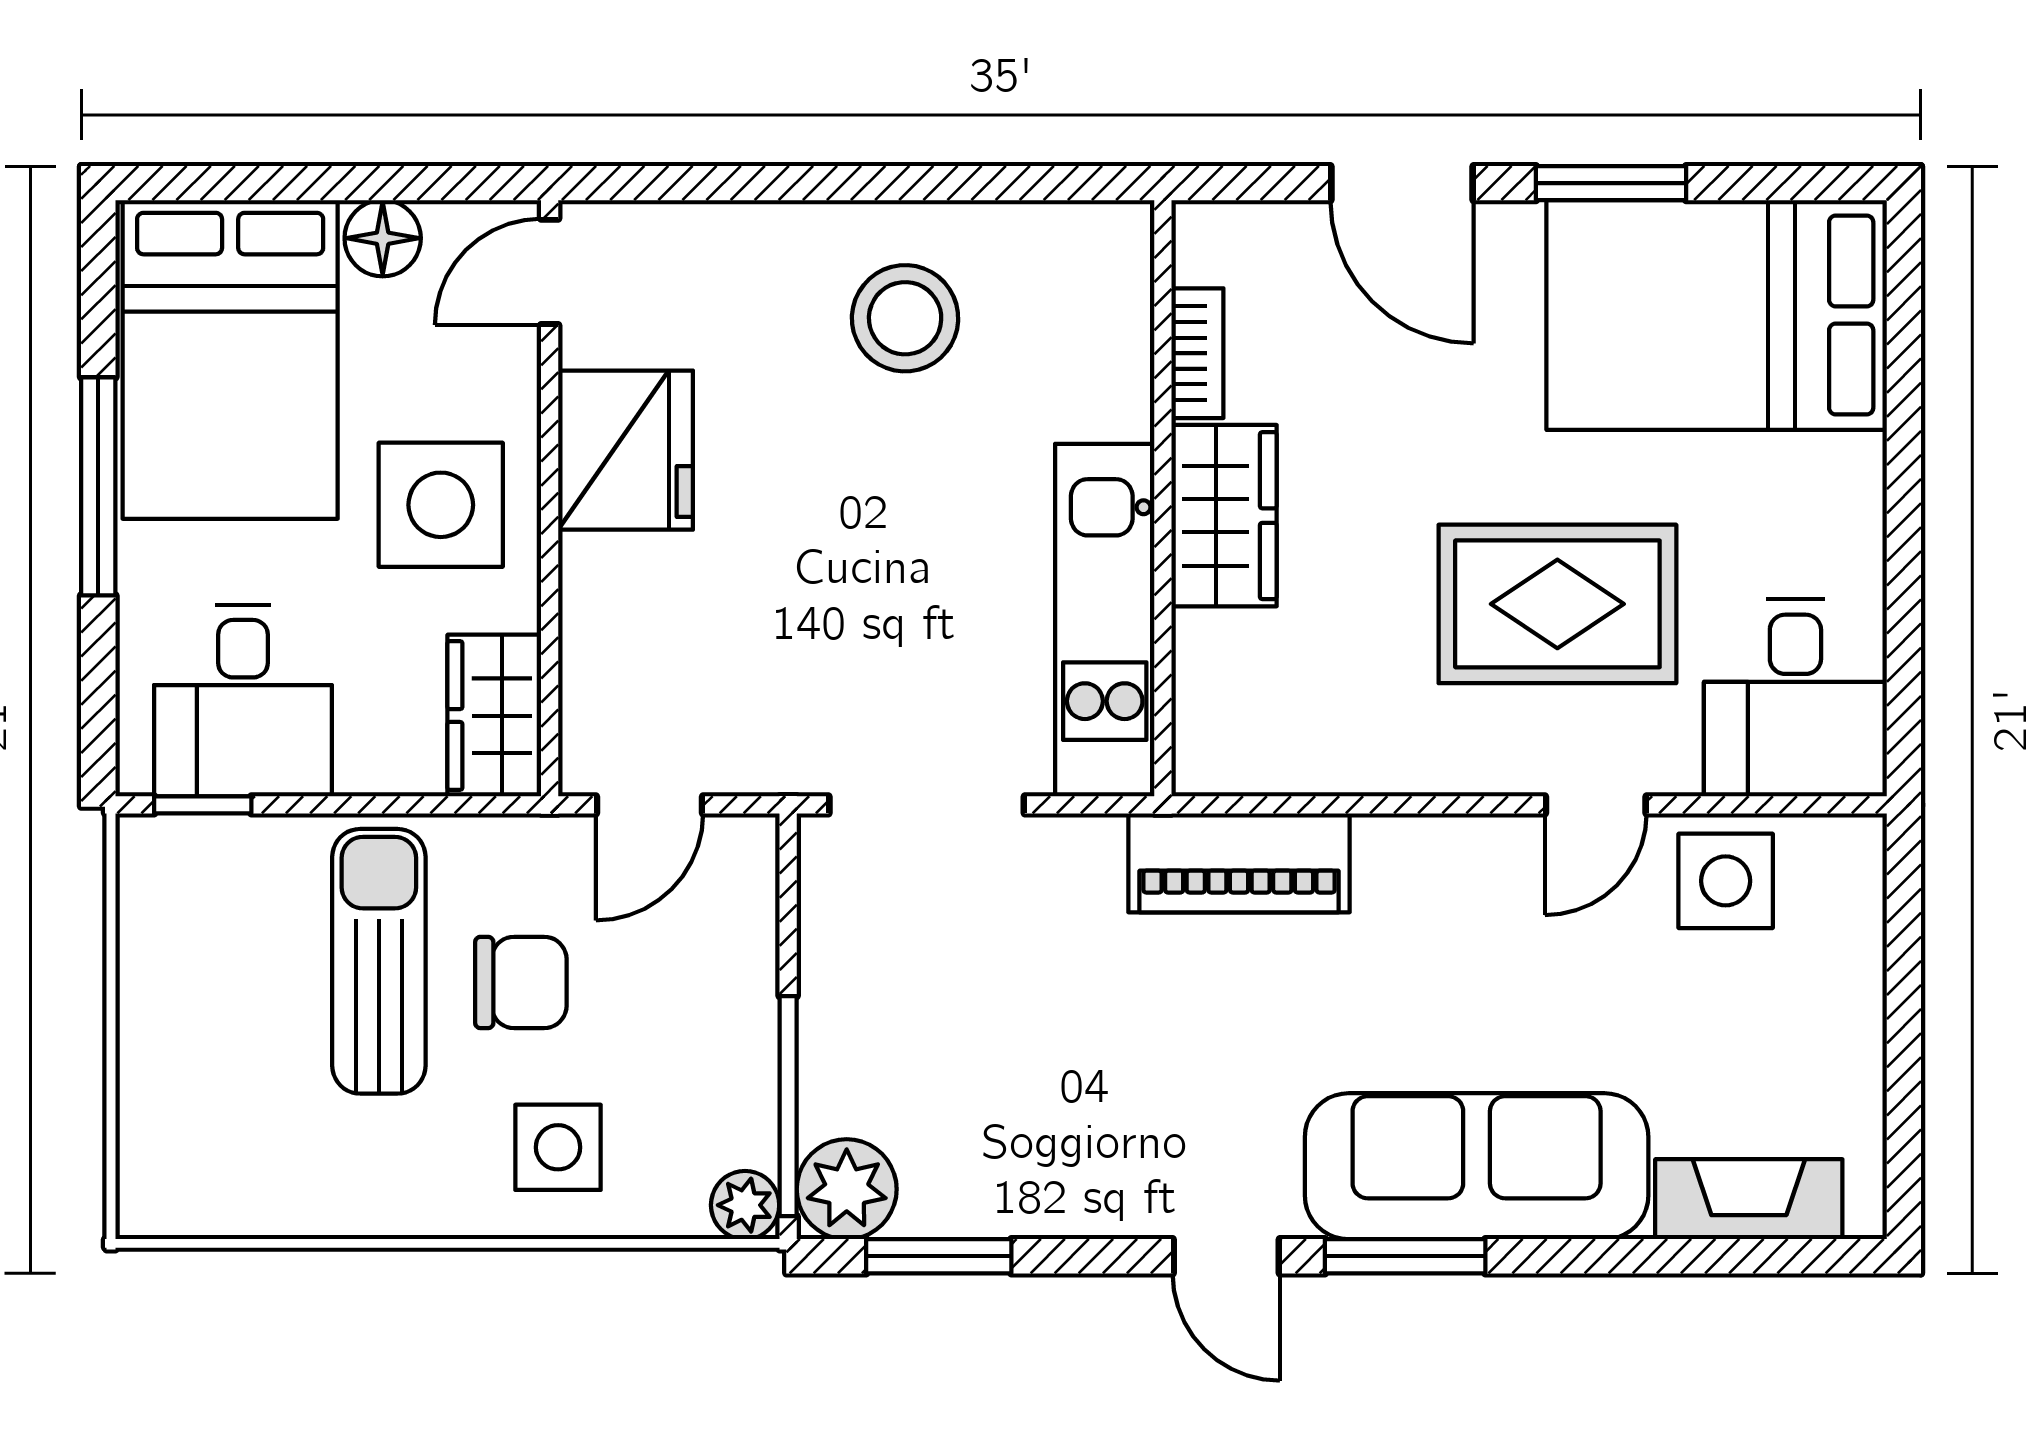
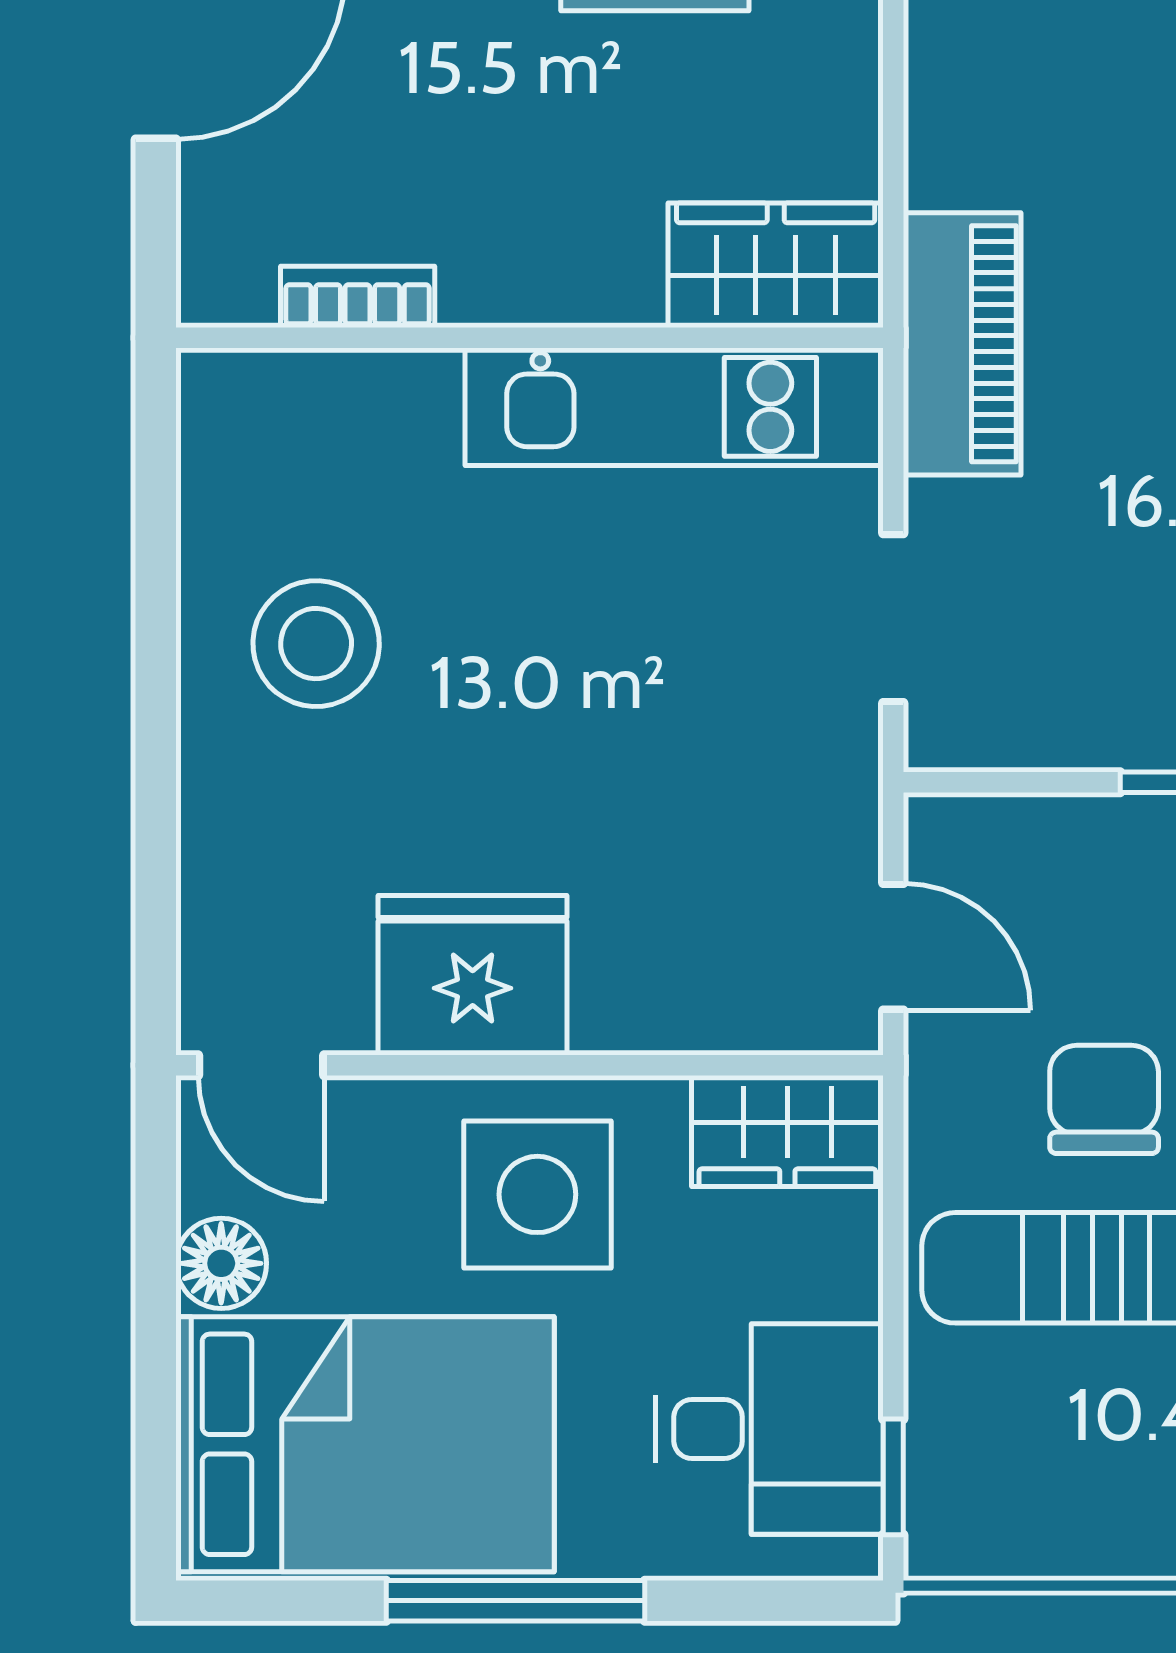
wardrobe: (1224, 516) -> (776, 265), moved
doorway: (927, 805) -> (893, 618), width x0.73
piano: (1239, 863) -> (962, 344), moved

